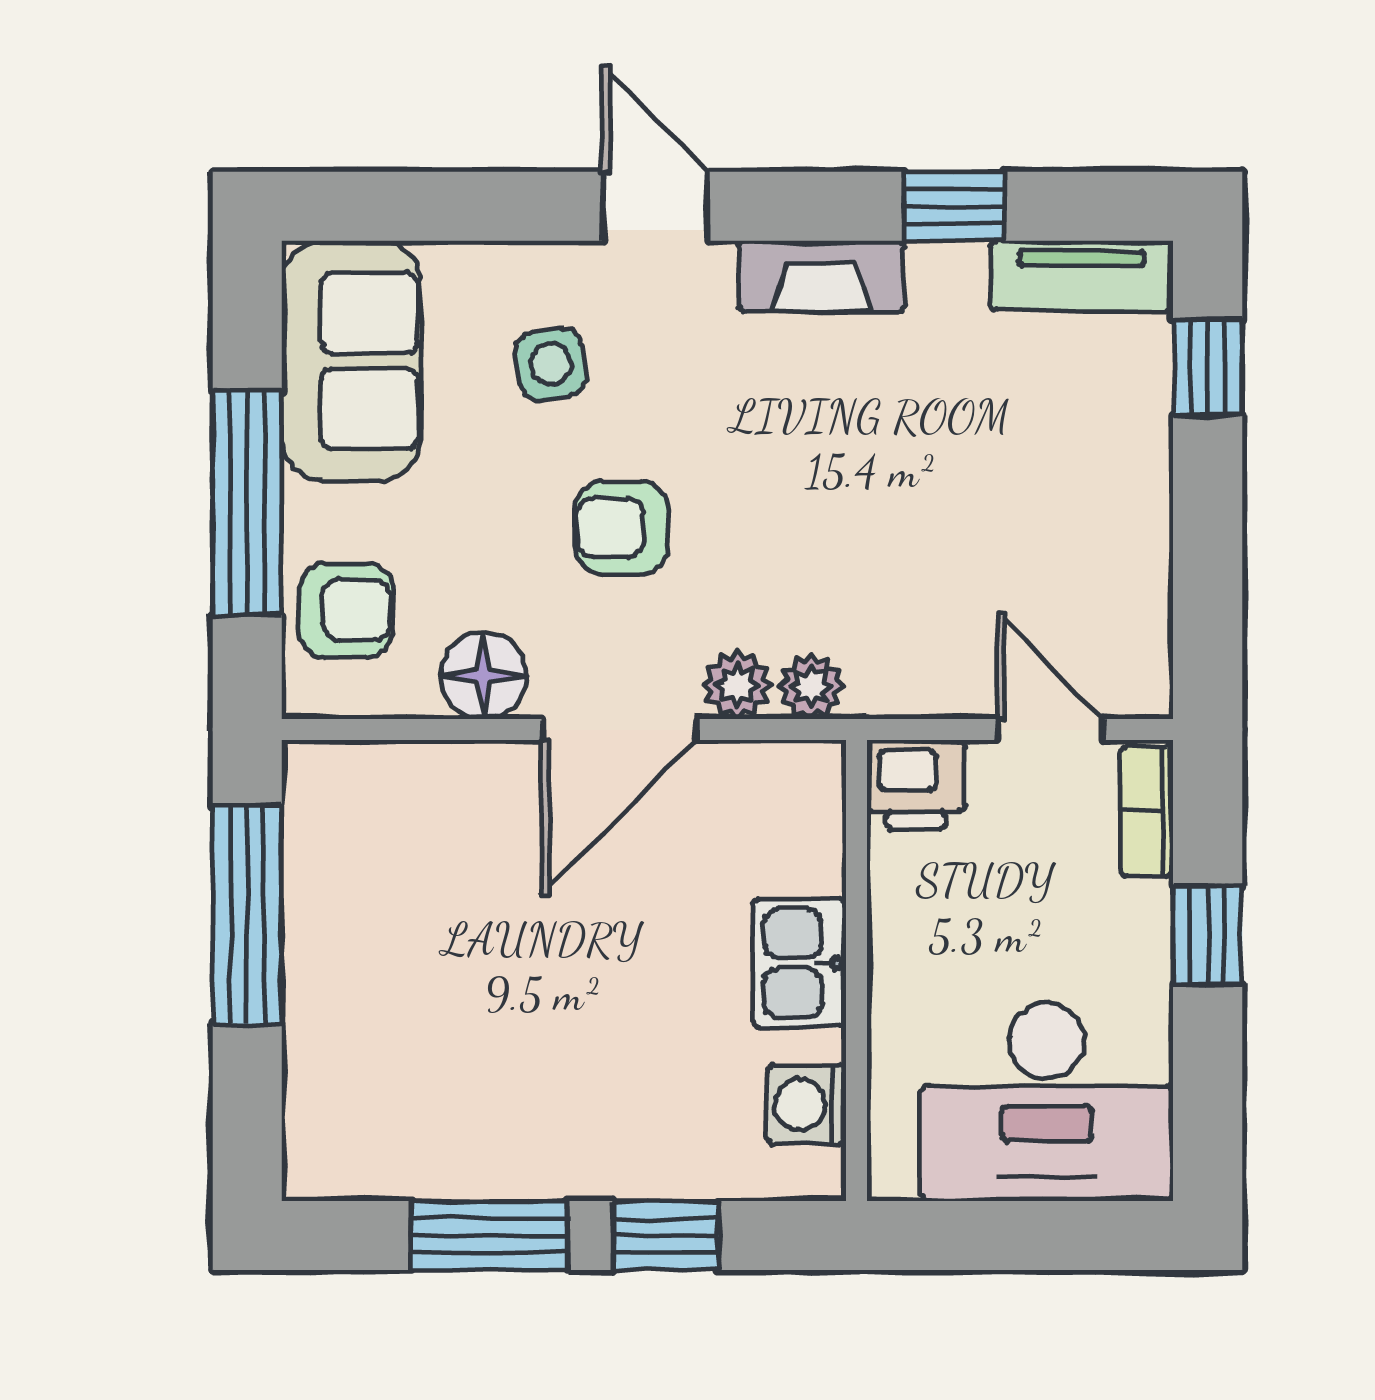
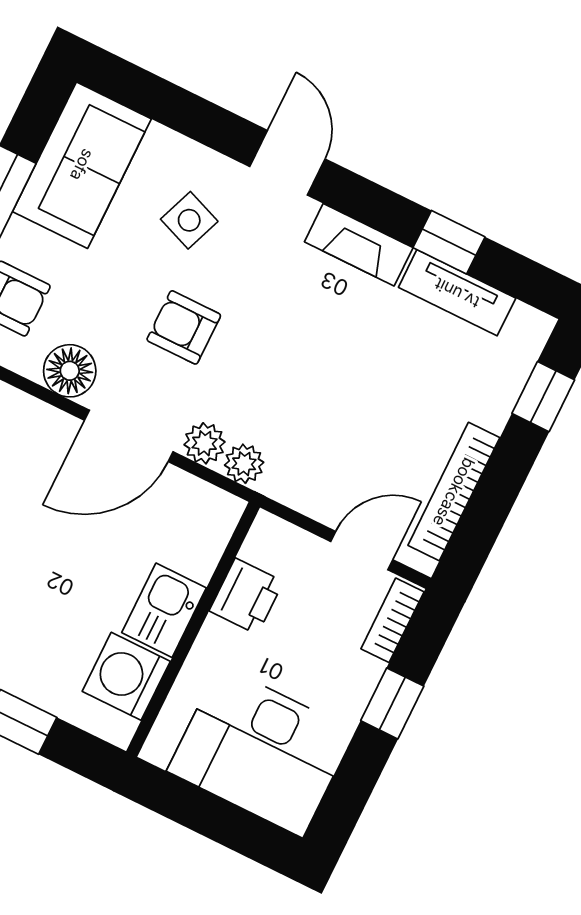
tv unit: (1082, 276) -> (457, 293), moved
side table: (551, 364) -> (189, 220), turned 30
bookcase: (1144, 574) -> (454, 492), added
door: (1050, 730) -> (362, 551), hinge flipped
printer: (916, 785) -> (246, 596), moved, turned -90
washing machine: (806, 1104) -> (126, 676), width x1.38, depth x1.38

